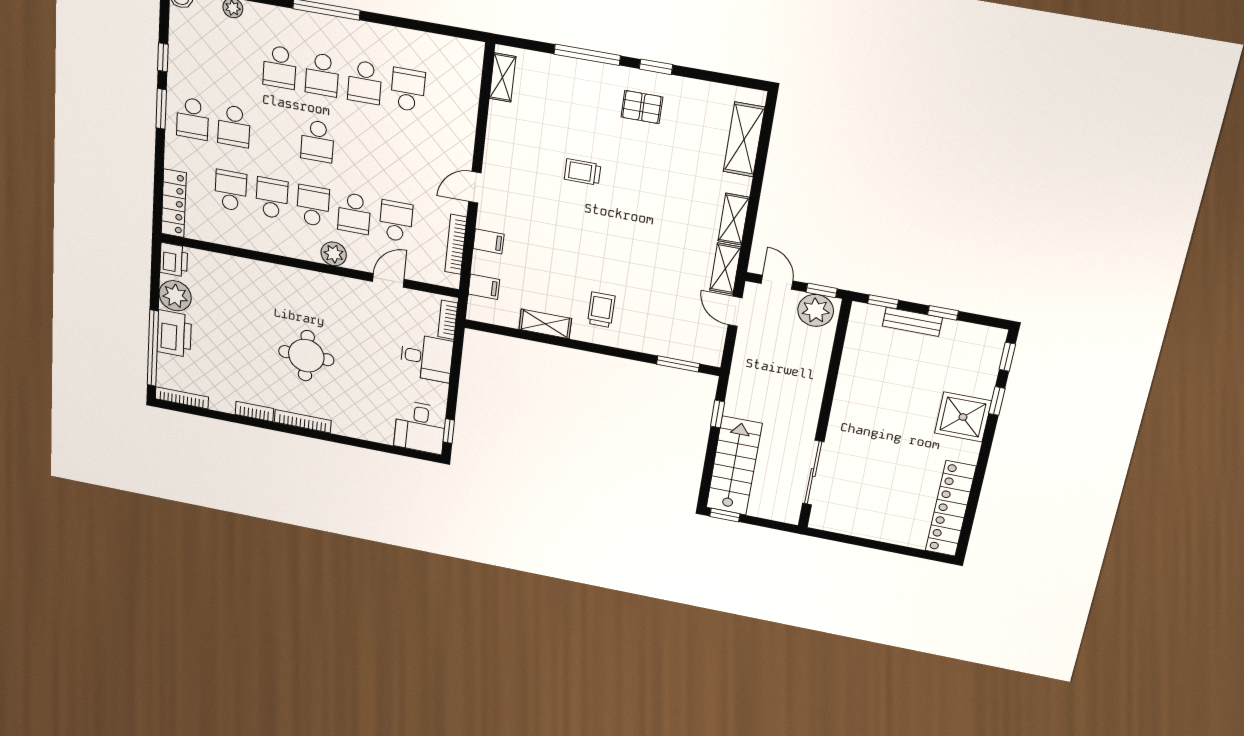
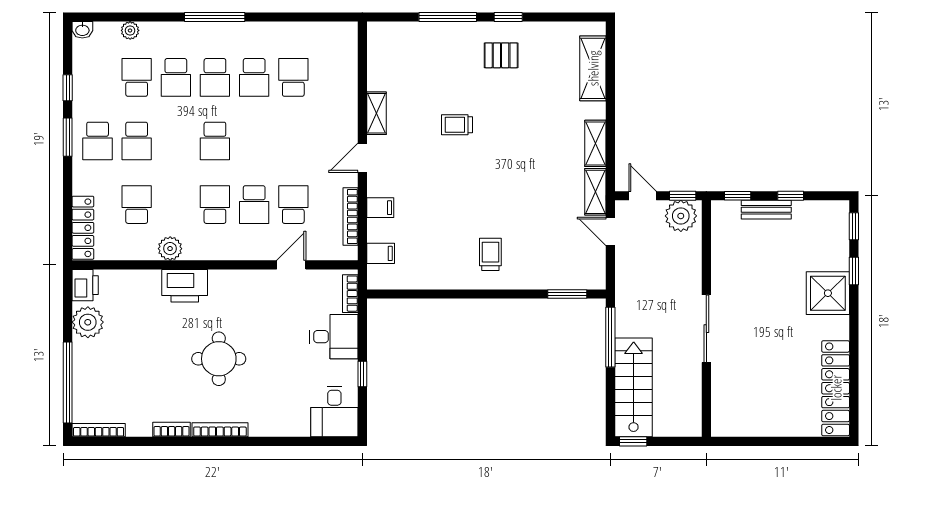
shelving: (503, 78) -> (376, 113), moved
school desk: (272, 198) -> (137, 77), moved
plant: (334, 254) -> (170, 249), moved
shelving: (545, 324) -> (441, 279), removed
printer: (174, 334) -> (185, 286), moved, turned 90
window: (718, 414) -> (610, 337), width x2.17
window: (449, 431) -> (362, 374), moved
sliding door: (813, 473) -> (706, 329), moved

